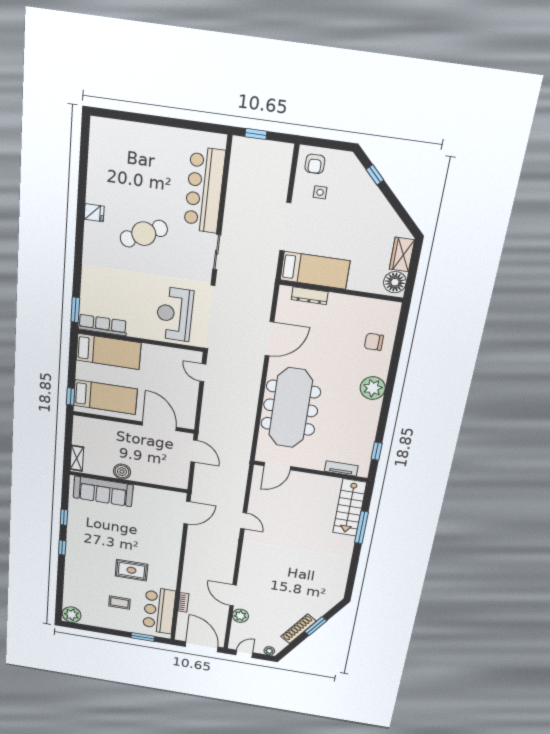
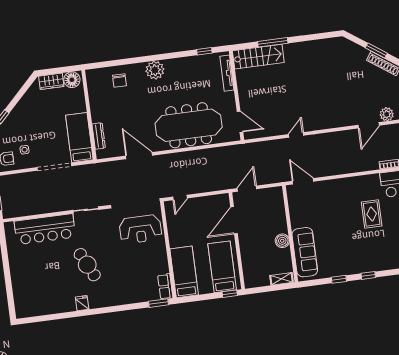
row of seats: (103, 325) -> (165, 287), width x0.68
tv unit: (341, 468) -> (227, 73), width x1.41

